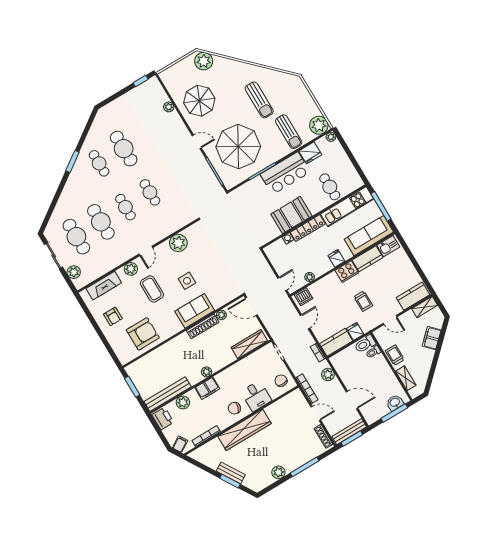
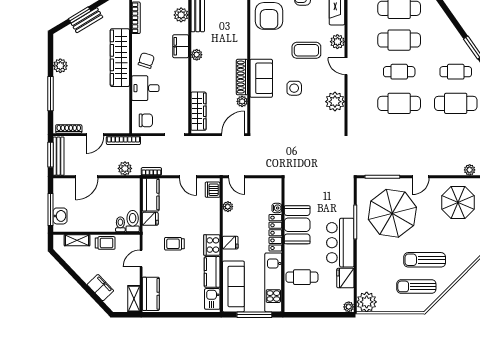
sun lounger: (289, 132) -> (416, 286), moved
cafe table: (150, 192) -> (399, 103), width x1.37, depth x1.35

